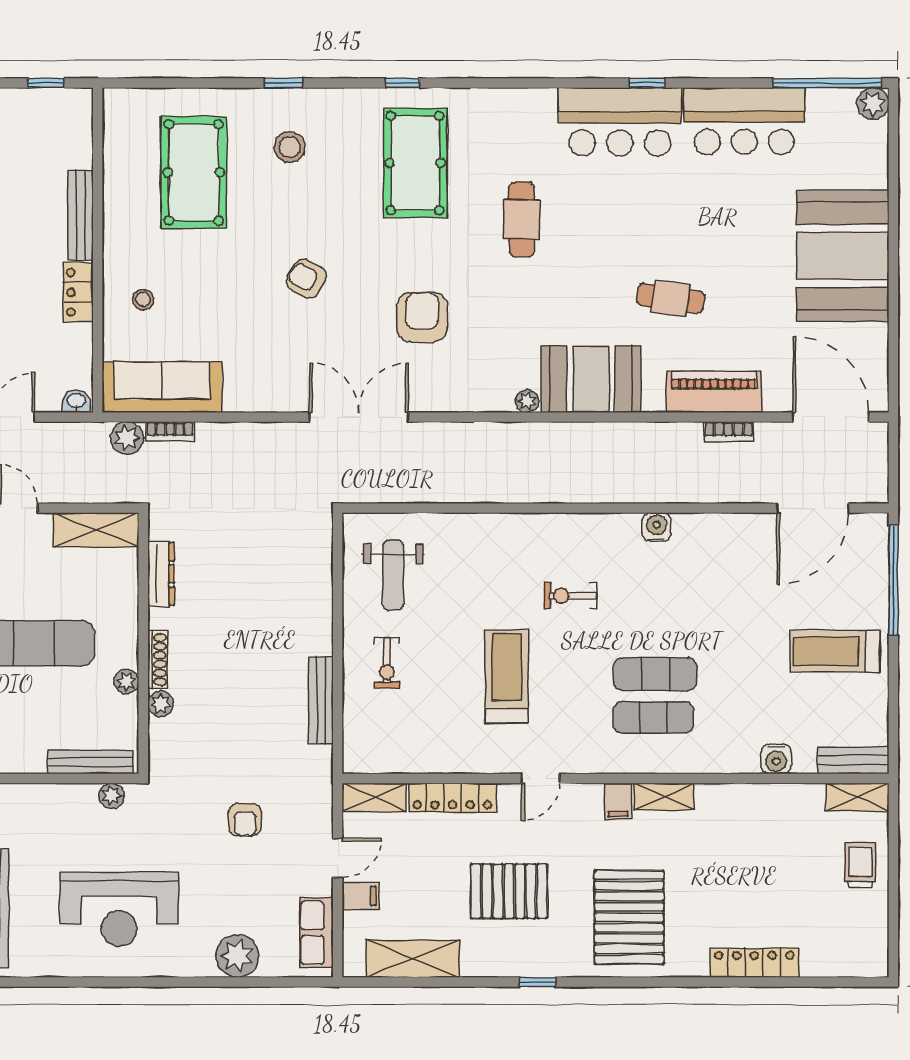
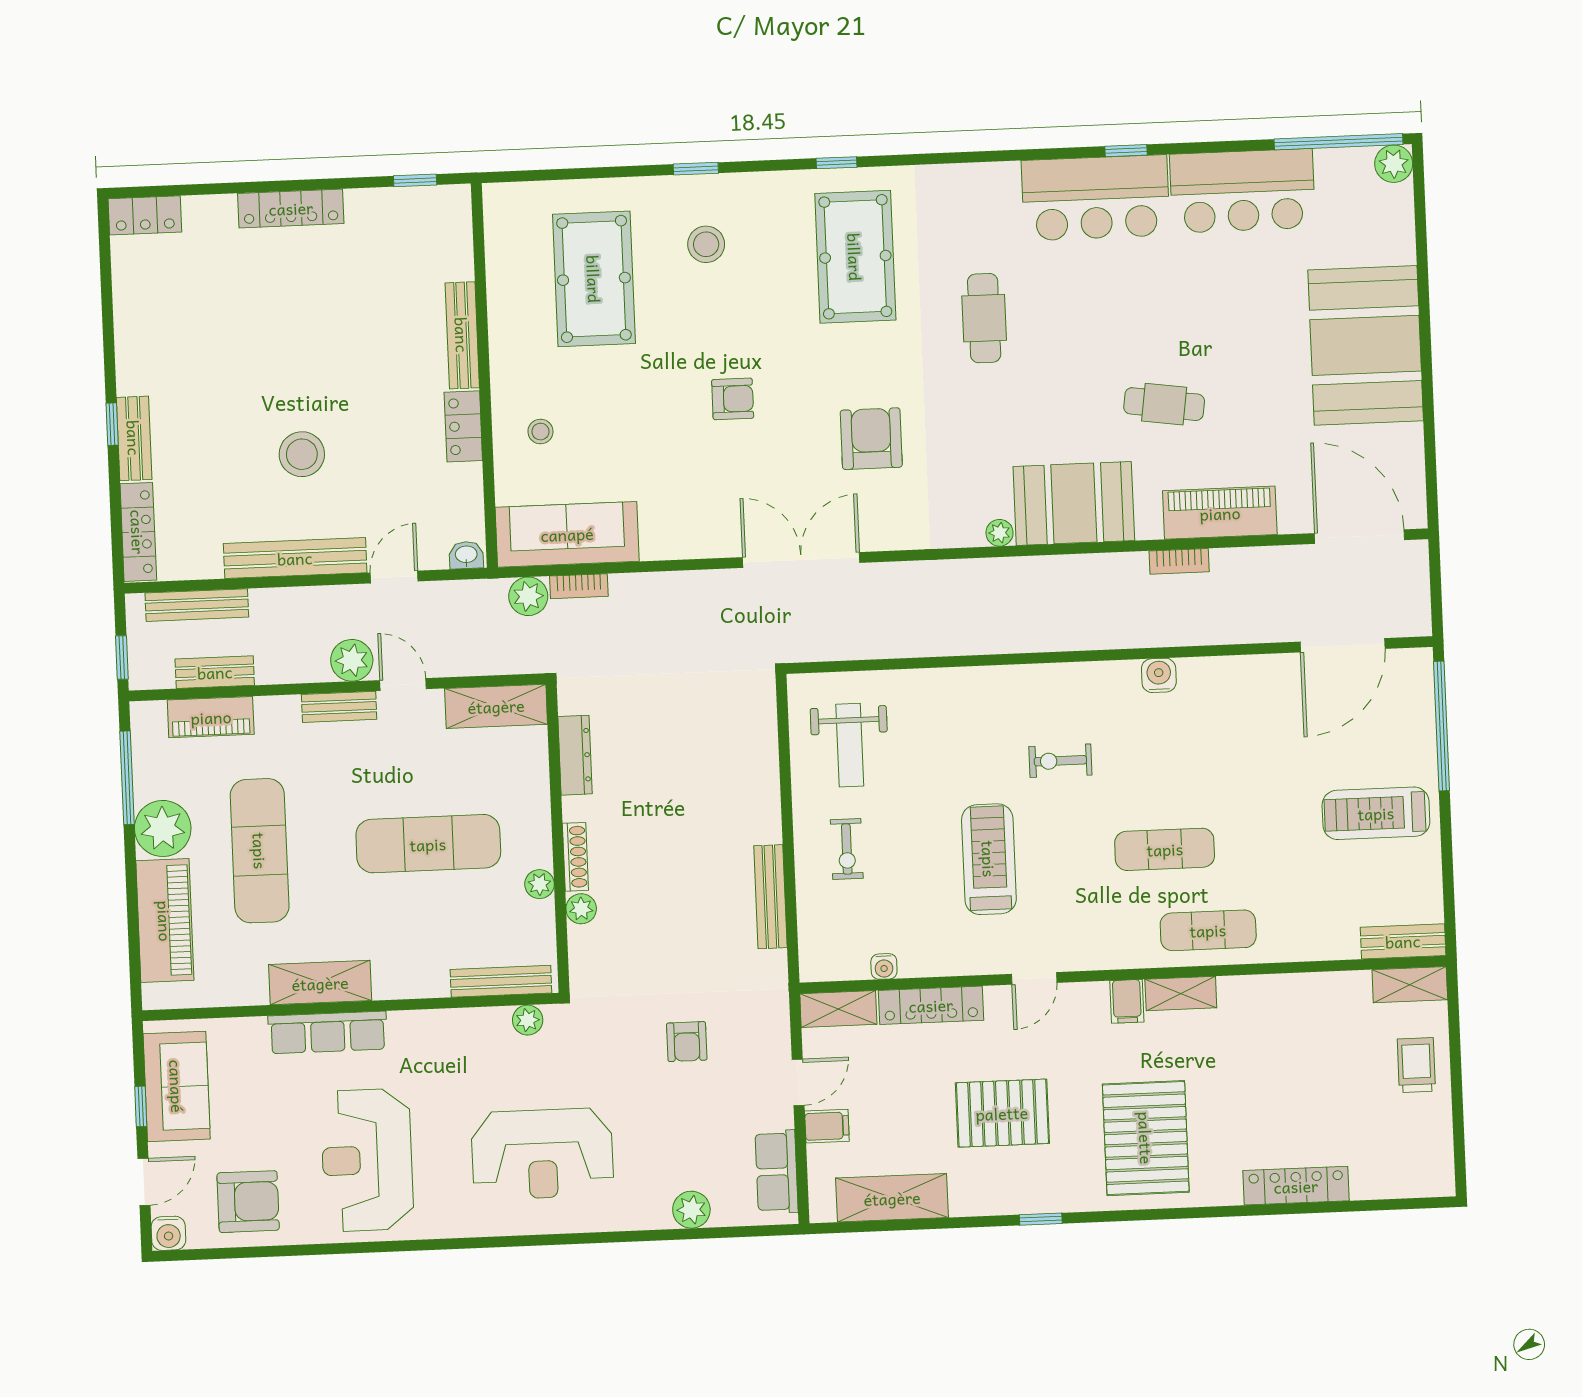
armchair: (307, 279) -> (733, 399), turned 152
bookcase: (729, 432) -> (1179, 561), moved
exercise mat: (653, 717) -> (1208, 930), moved
water cooler: (776, 759) -> (884, 966), moved, width x0.72, depth x0.72
plant: (237, 956) -> (691, 1210), width x0.73, depth x0.73

